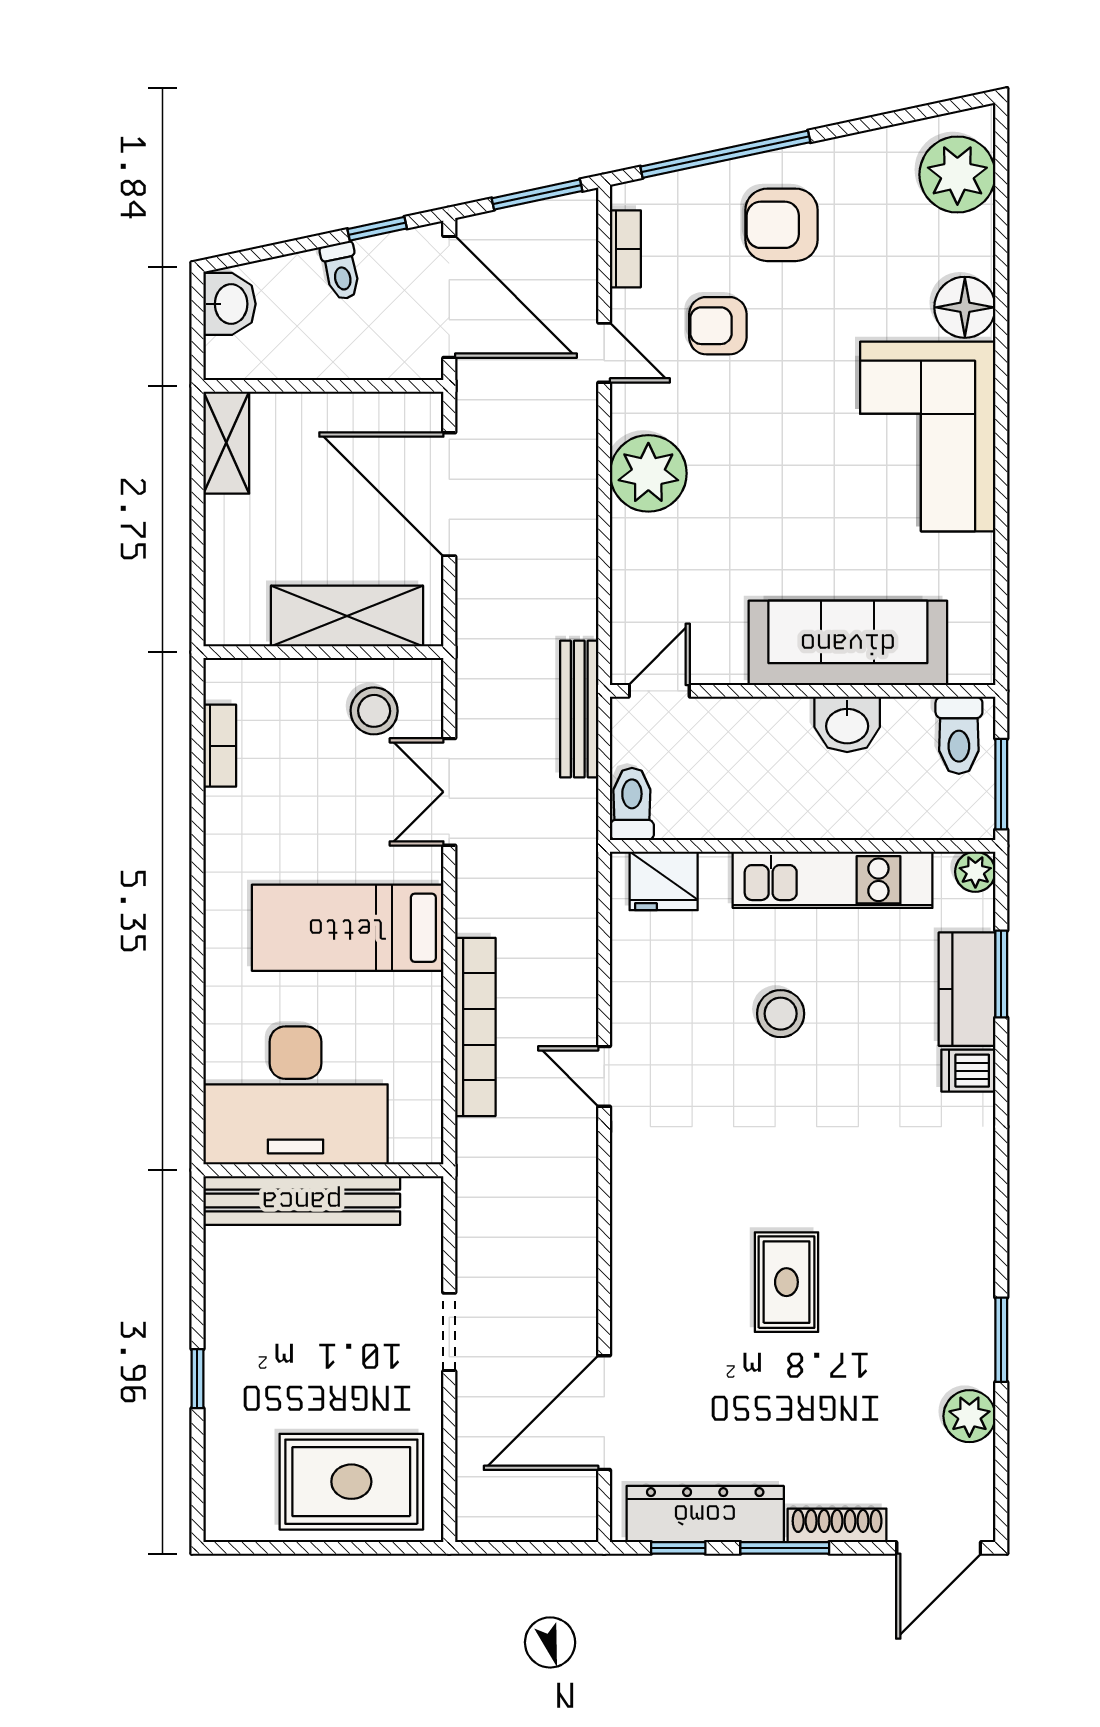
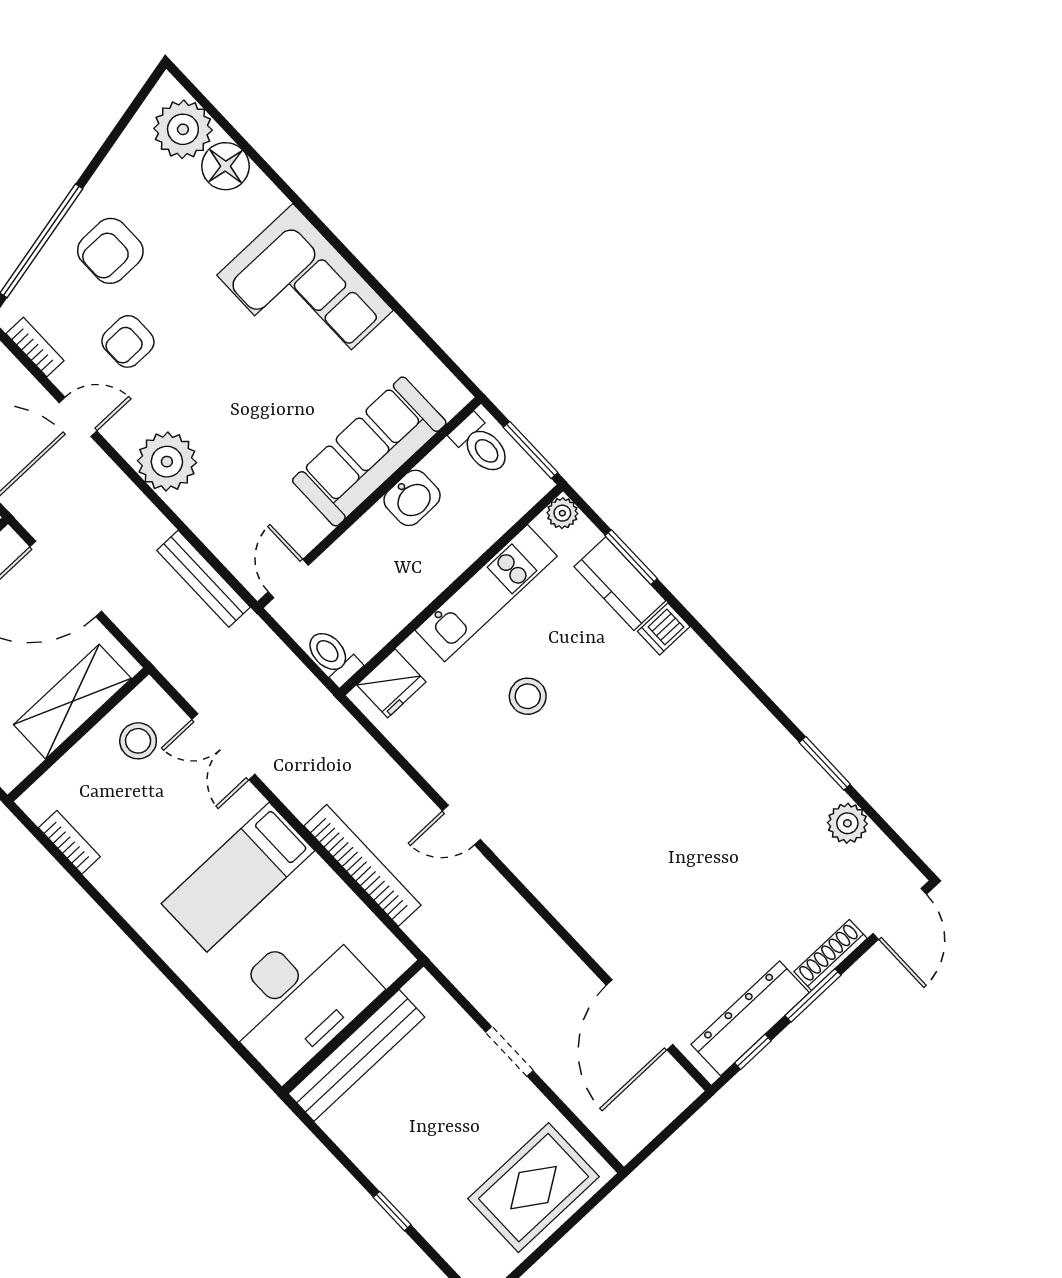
floor lamp: (965, 307) -> (225, 166), moved
bench: (579, 709) -> (204, 579), moved
rug: (786, 1282) -> (673, 845), removed

